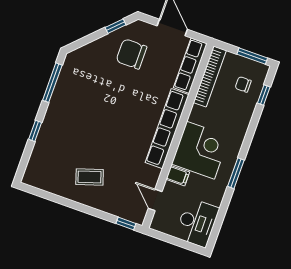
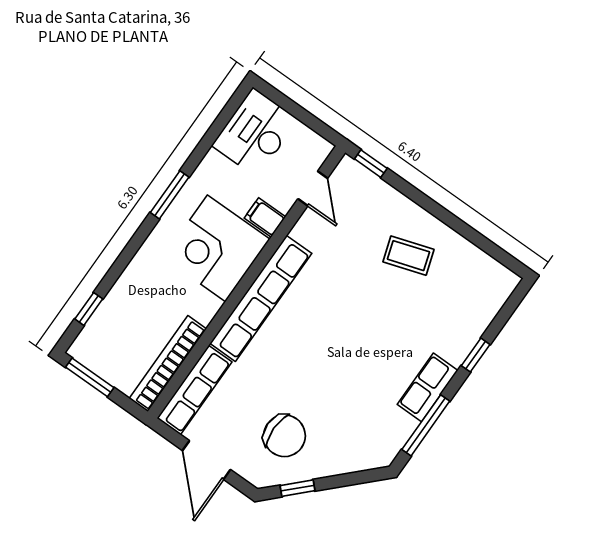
chair: (243, 84) -> (117, 336), removed
row of seats: (57, 105) -> (428, 387), added

